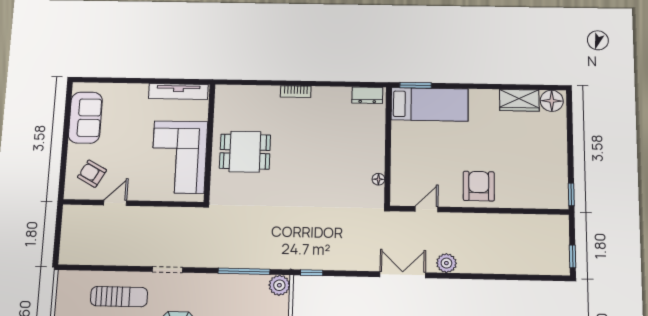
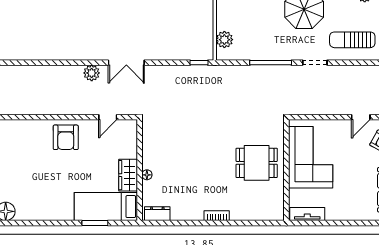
window: (416, 85) -> (95, 223), moved
tv unit: (178, 91) -> (307, 214), width x0.71
wardrobe: (519, 100) -> (128, 175), moved, turned -90
floor lamp: (378, 179) -> (147, 175), moved
window: (244, 271) -> (271, 63), moved
plant: (279, 285) -> (224, 40), moved

